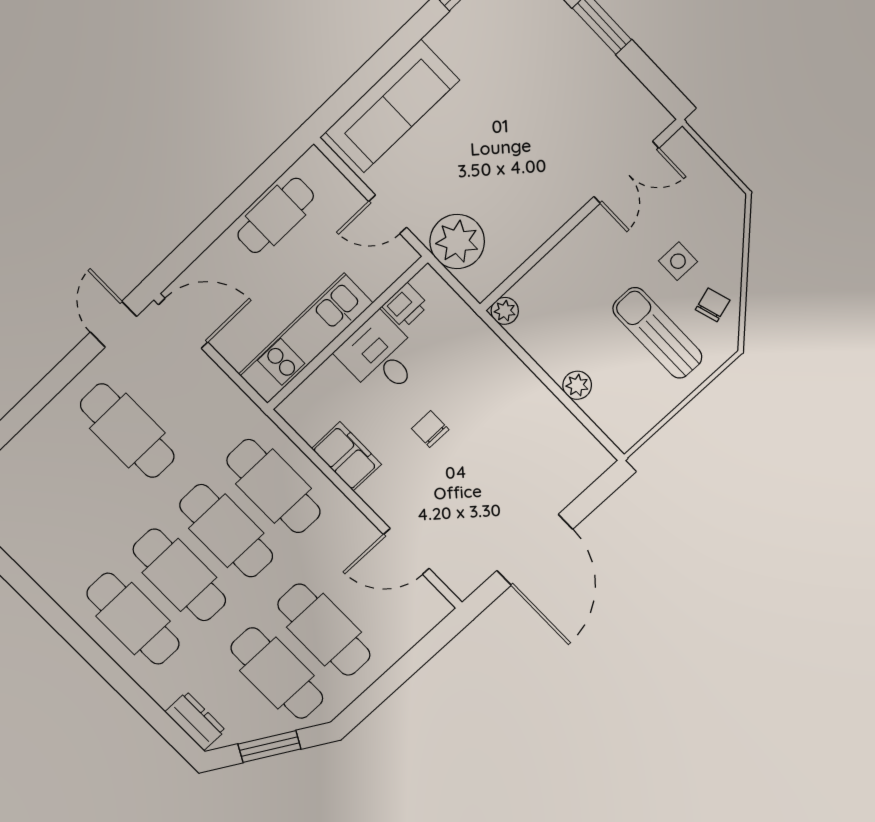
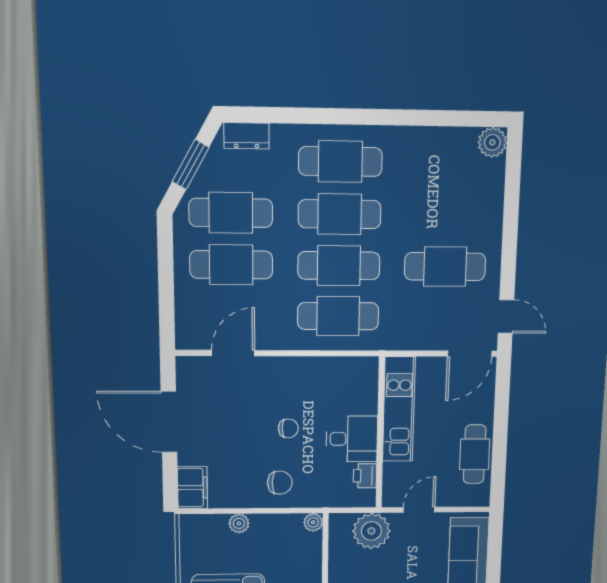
chair: (494, 385) -> (280, 483), added
filing cabinet: (346, 456) -> (192, 488), moved, turned -90

